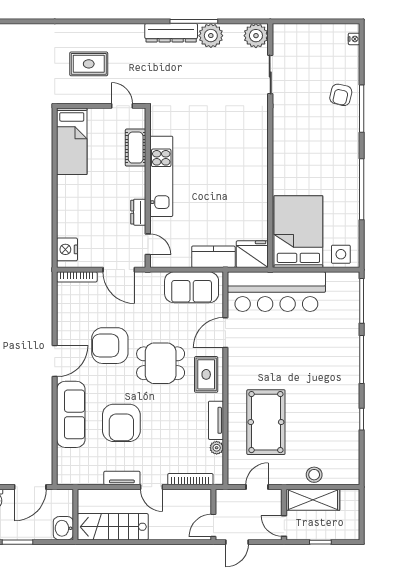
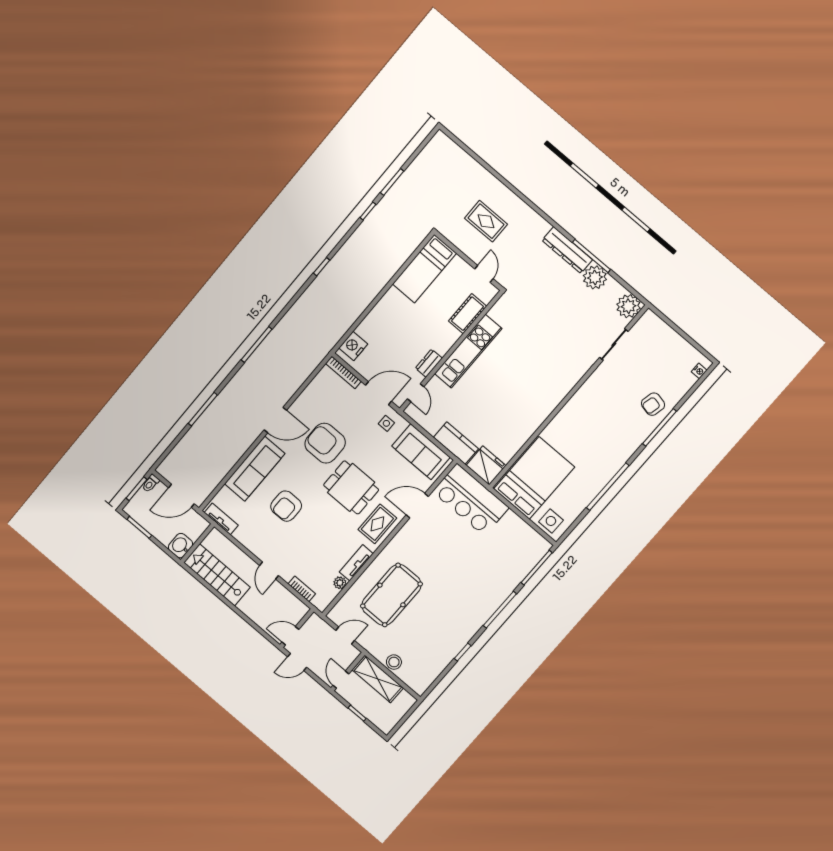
door: (119, 270) -> (378, 393), swing flipped
side table: (145, 288) -> (386, 423), added
bar counter: (276, 292) -> (471, 500), width x0.73
armchair: (121, 423) -> (286, 506), width x0.73, depth x0.73
tv unit: (122, 478) -> (221, 519), moved
bookcase: (190, 479) -> (302, 589), width x0.64

